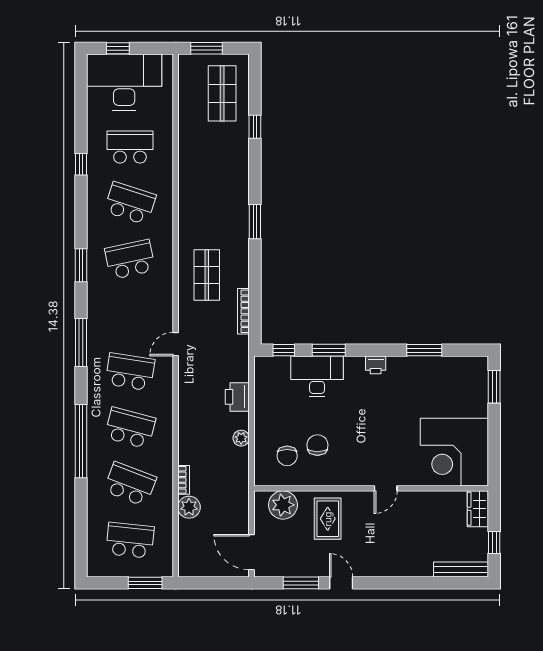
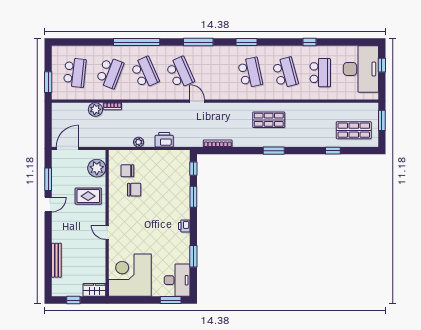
school desk: (130, 203) -> (285, 73), turned -33
shop shelf: (207, 275) -> (269, 120), moved
school desk: (130, 372) -> (180, 73), turned -33
desk: (317, 376) -> (177, 280), moved
school desk: (130, 428) -> (145, 73), turned -39
bench: (461, 570) -> (56, 260), moved

